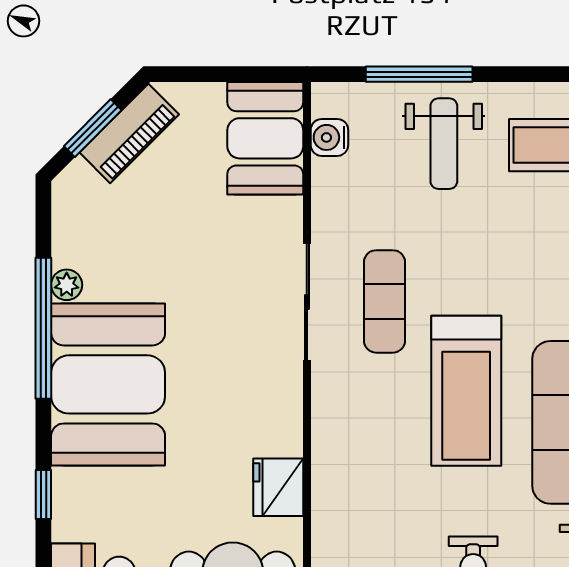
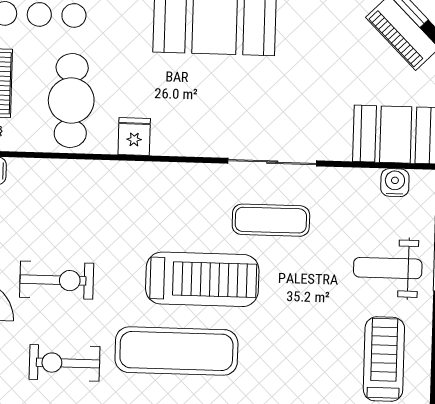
treadmill: (466, 391) -> (202, 279), turned 180
fridge: (278, 487) -> (134, 136), width x0.72

